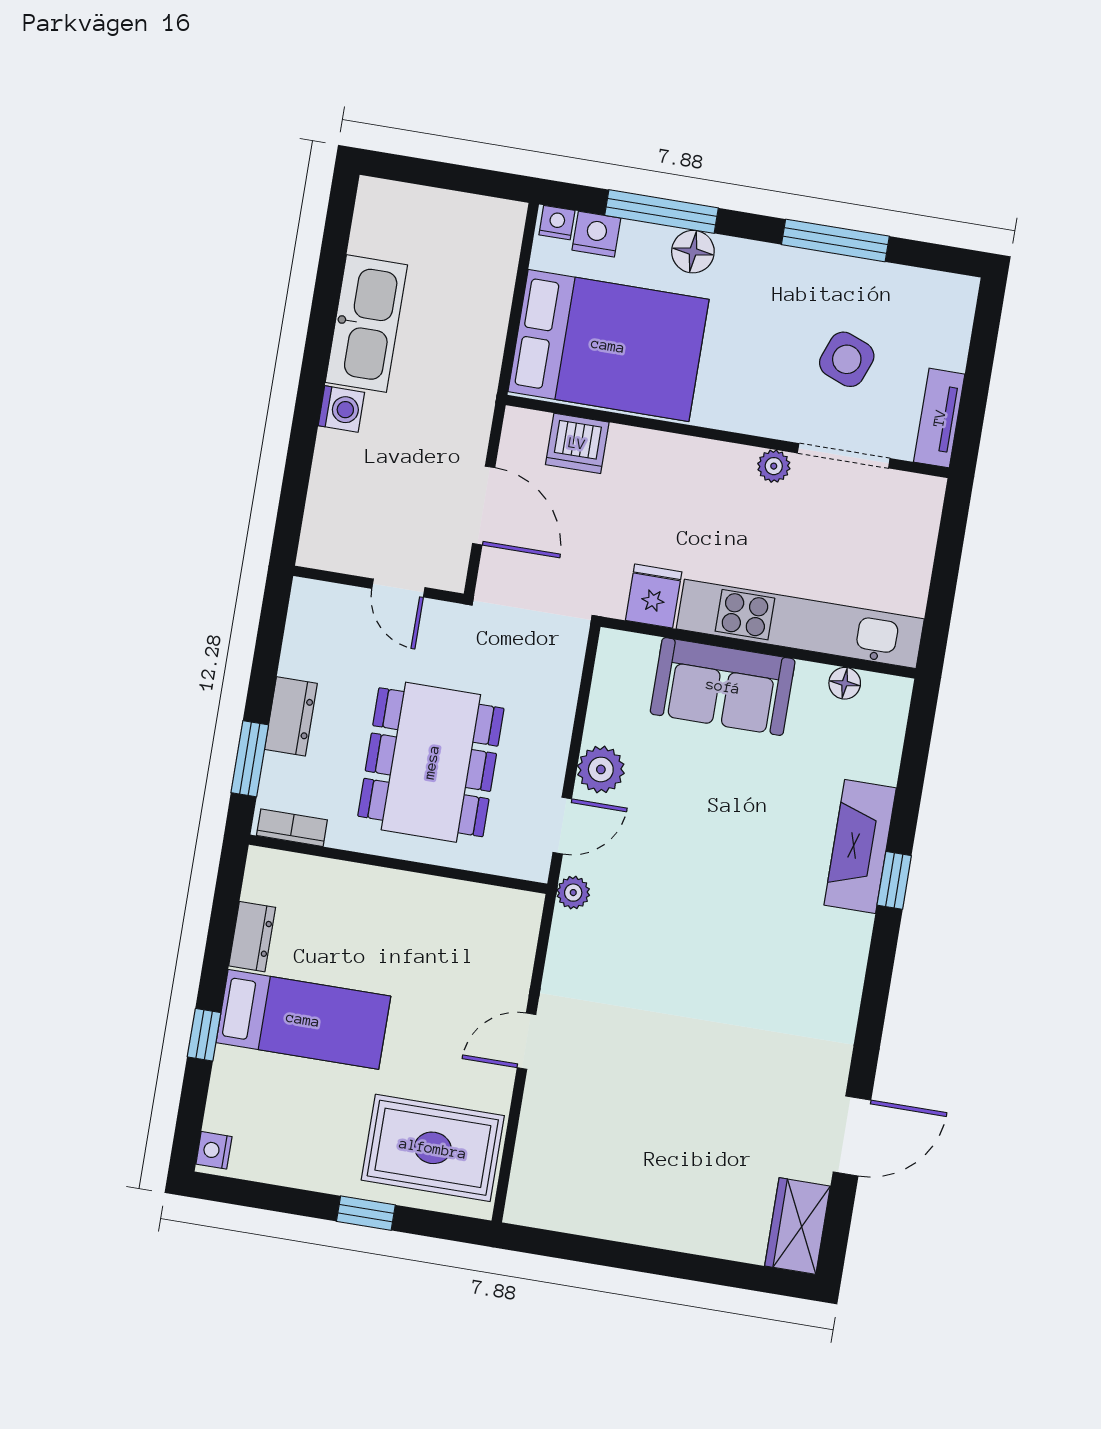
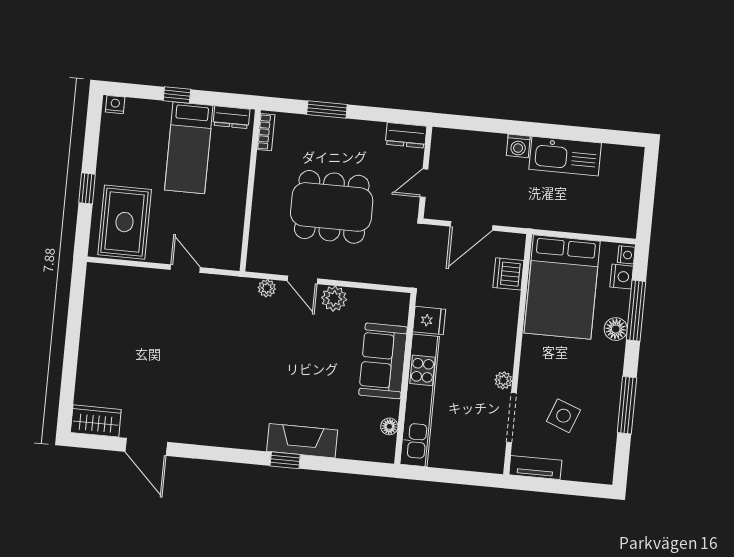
dresser: (291, 716) -> (406, 135), moved
bookcase: (292, 828) -> (266, 132), moved
wall: (398, 864) -> (250, 191), moved

